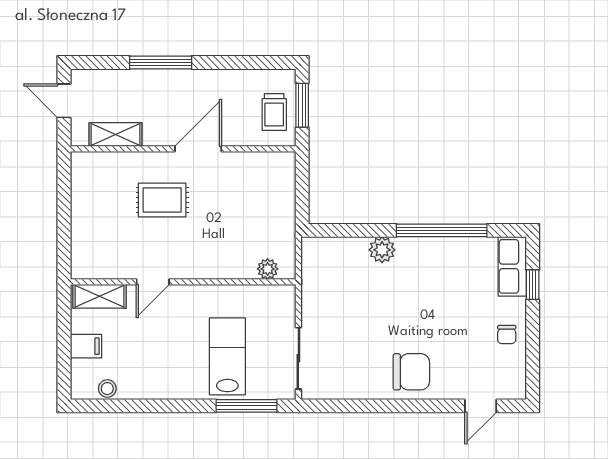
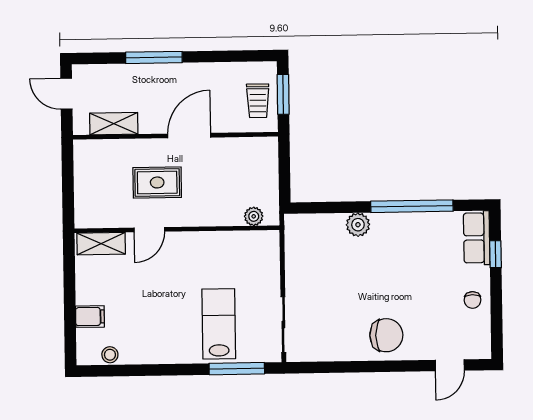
plant: (268, 269) -> (254, 216), moved
door: (153, 282) -> (149, 230), moved
wall: (183, 282) -> (177, 229), moved
shelving: (99, 296) -> (101, 244), moved

